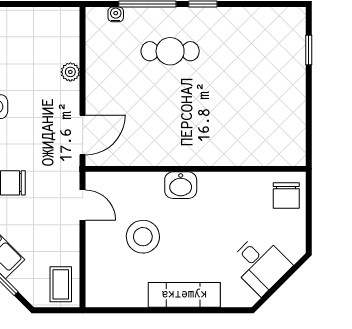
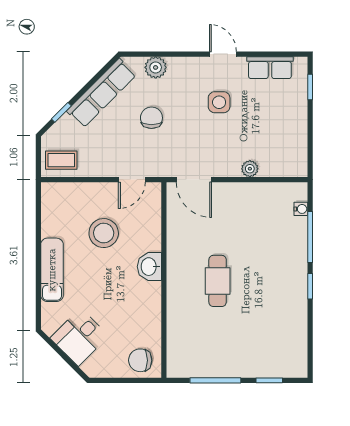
cafe table: (170, 51) -> (218, 281), moved
window: (309, 111) -> (215, 380), added

